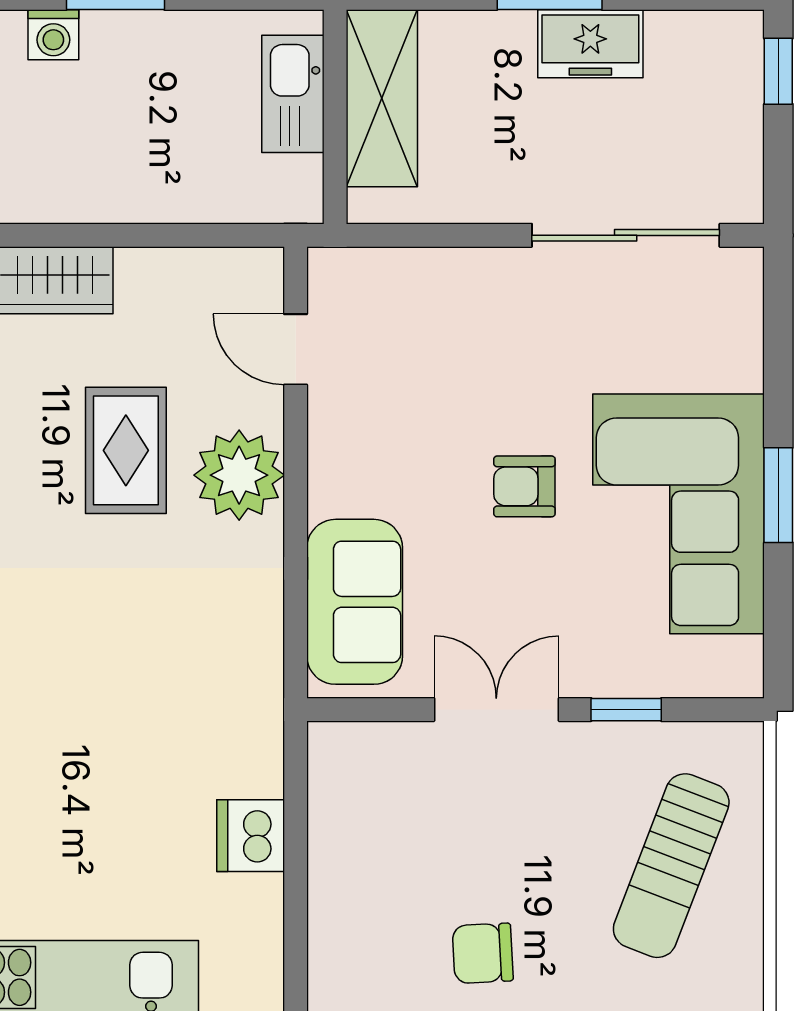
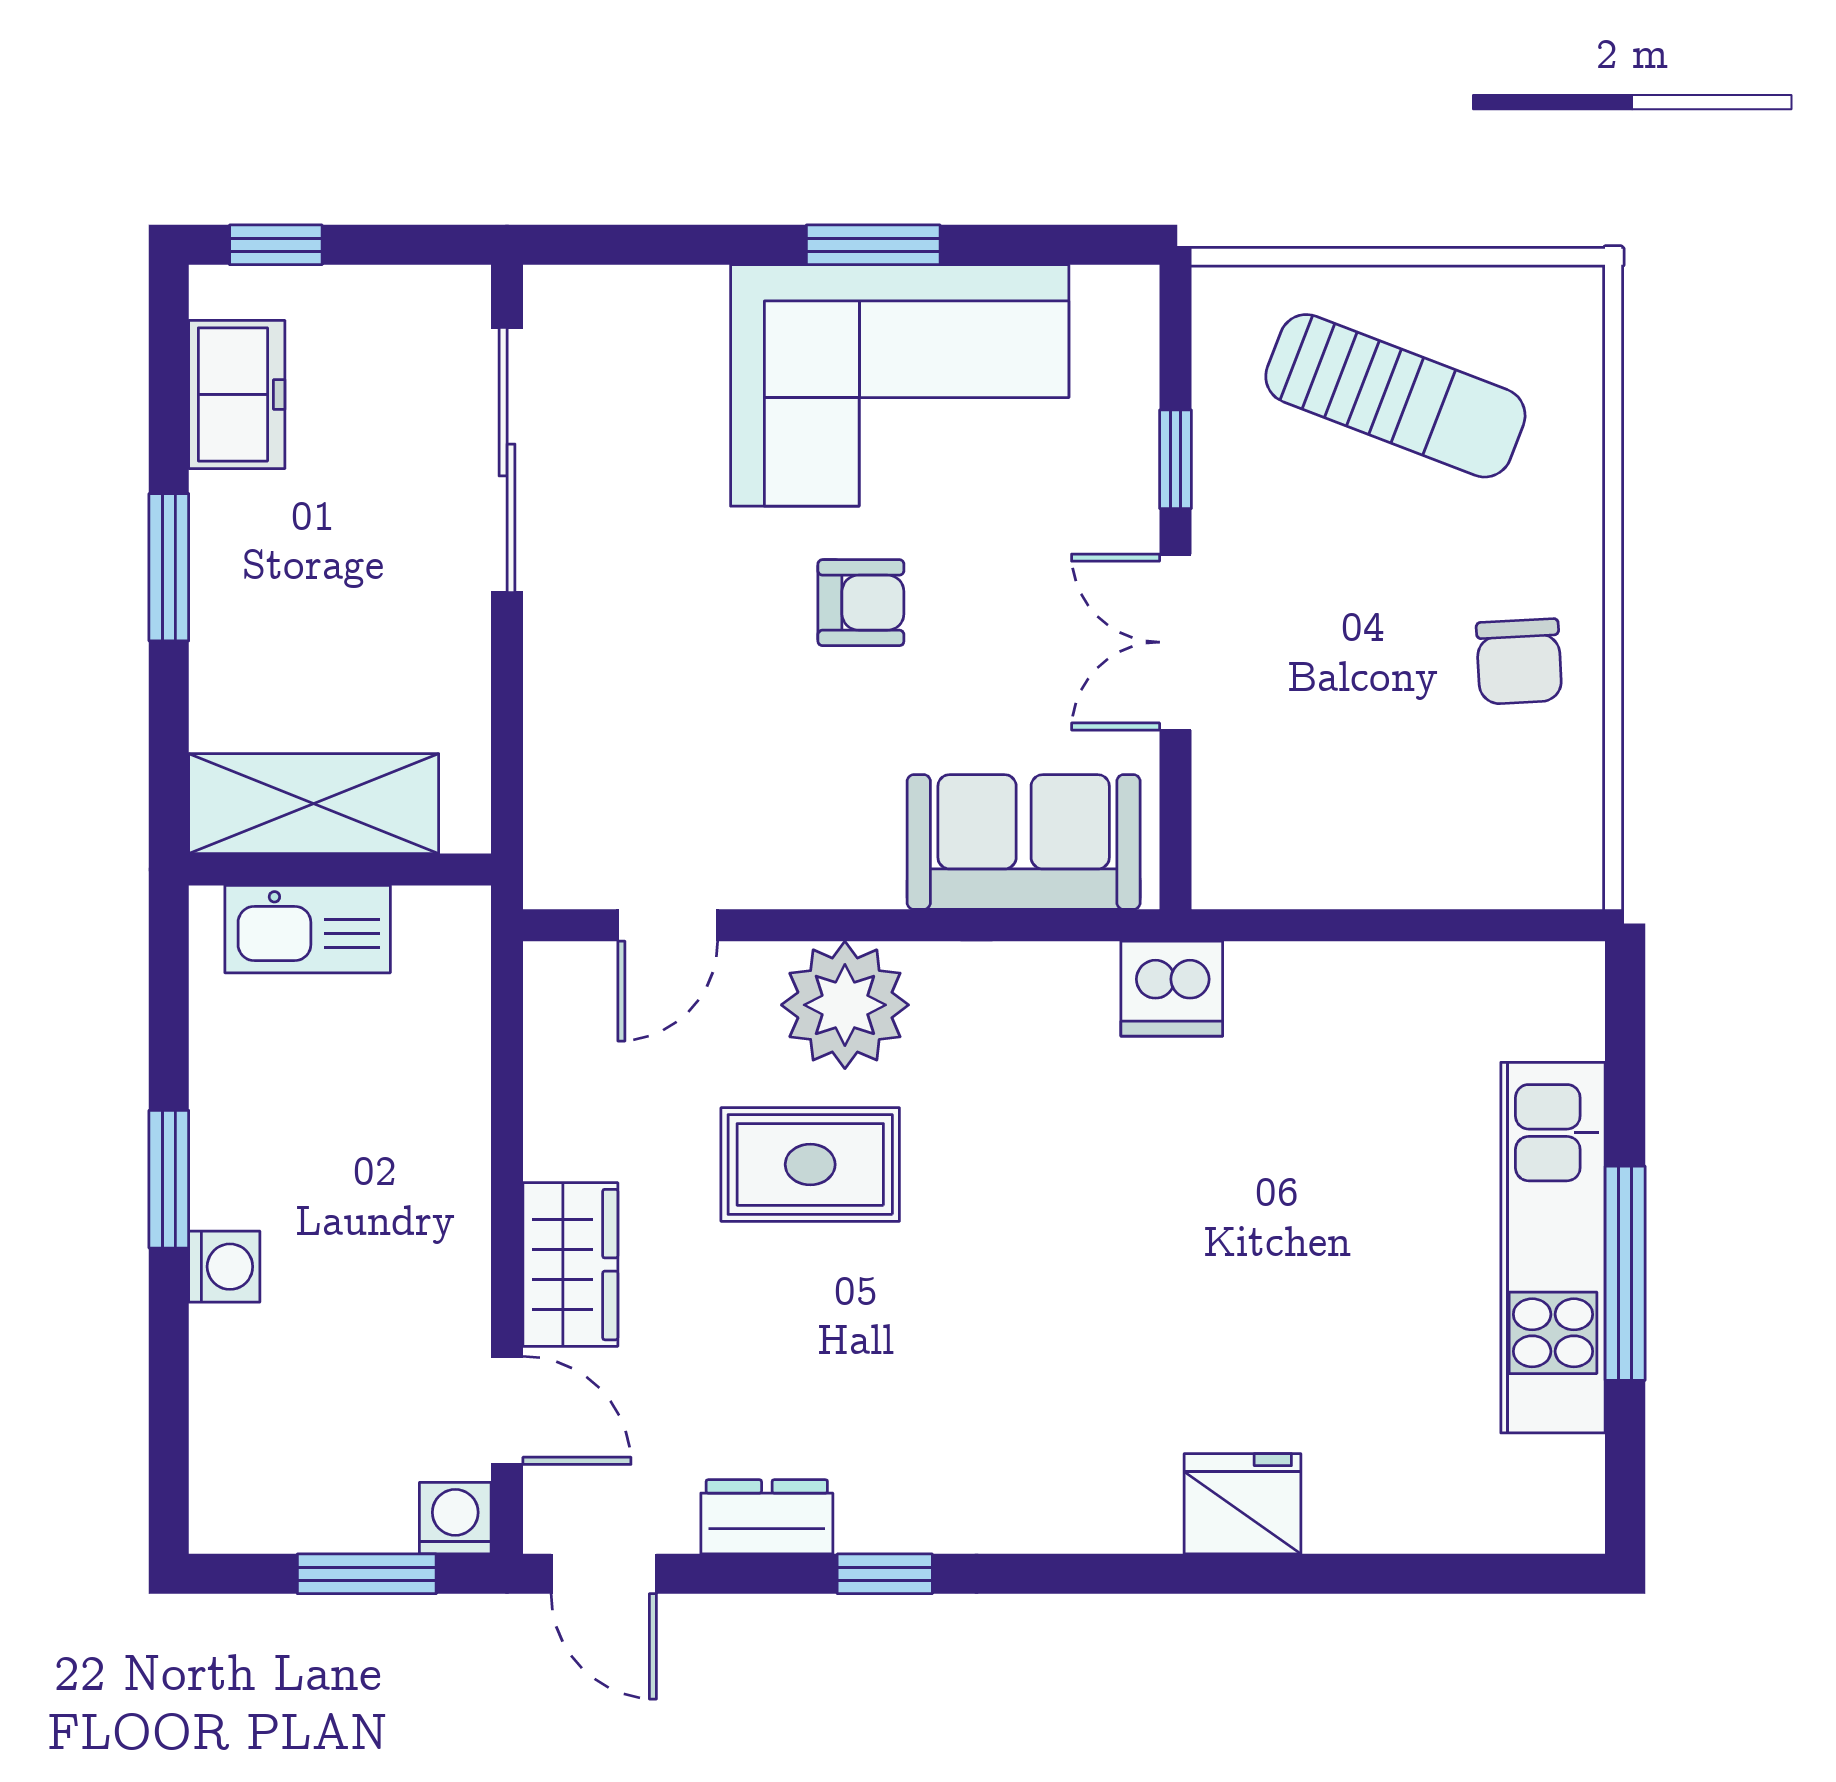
freezer: (590, 44) -> (237, 394), moved
armchair: (524, 486) -> (861, 603), turned -90
dishwasher: (251, 836) -> (1172, 989), moved

